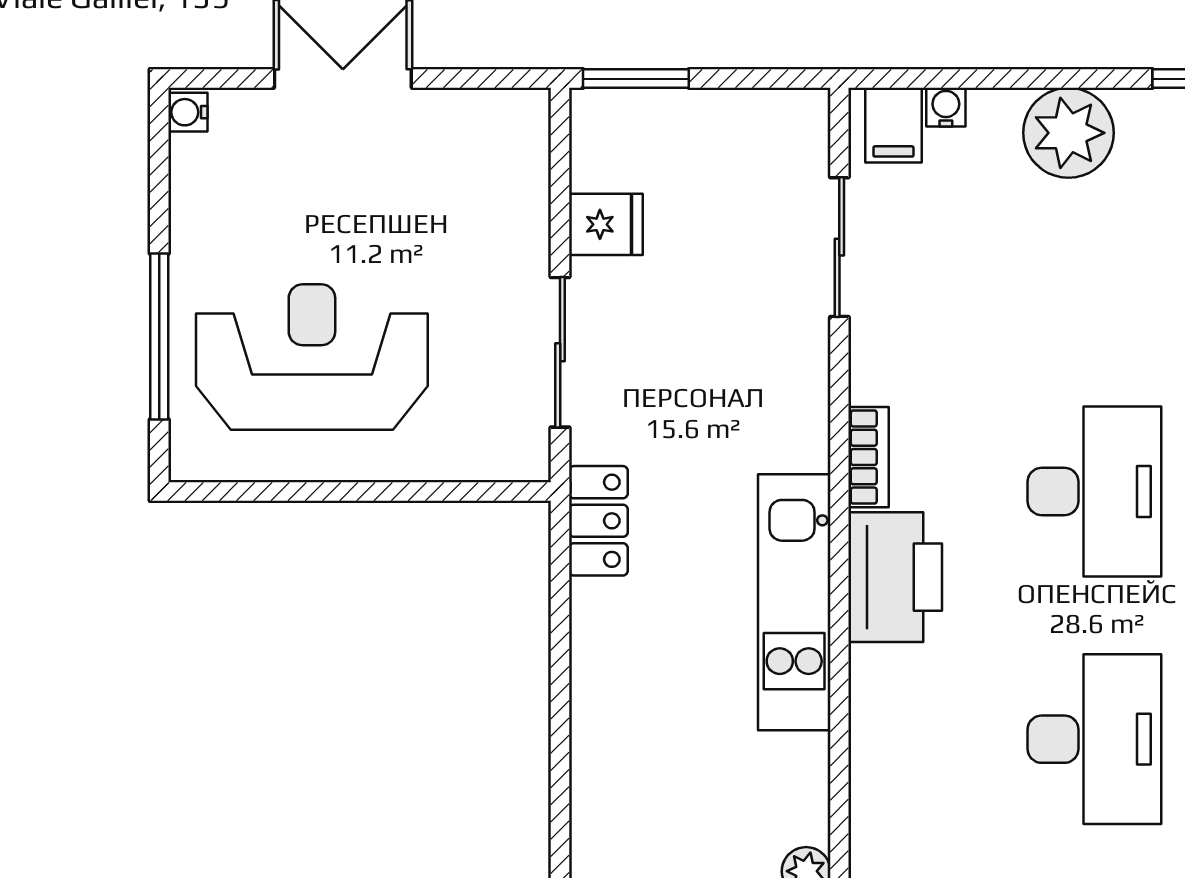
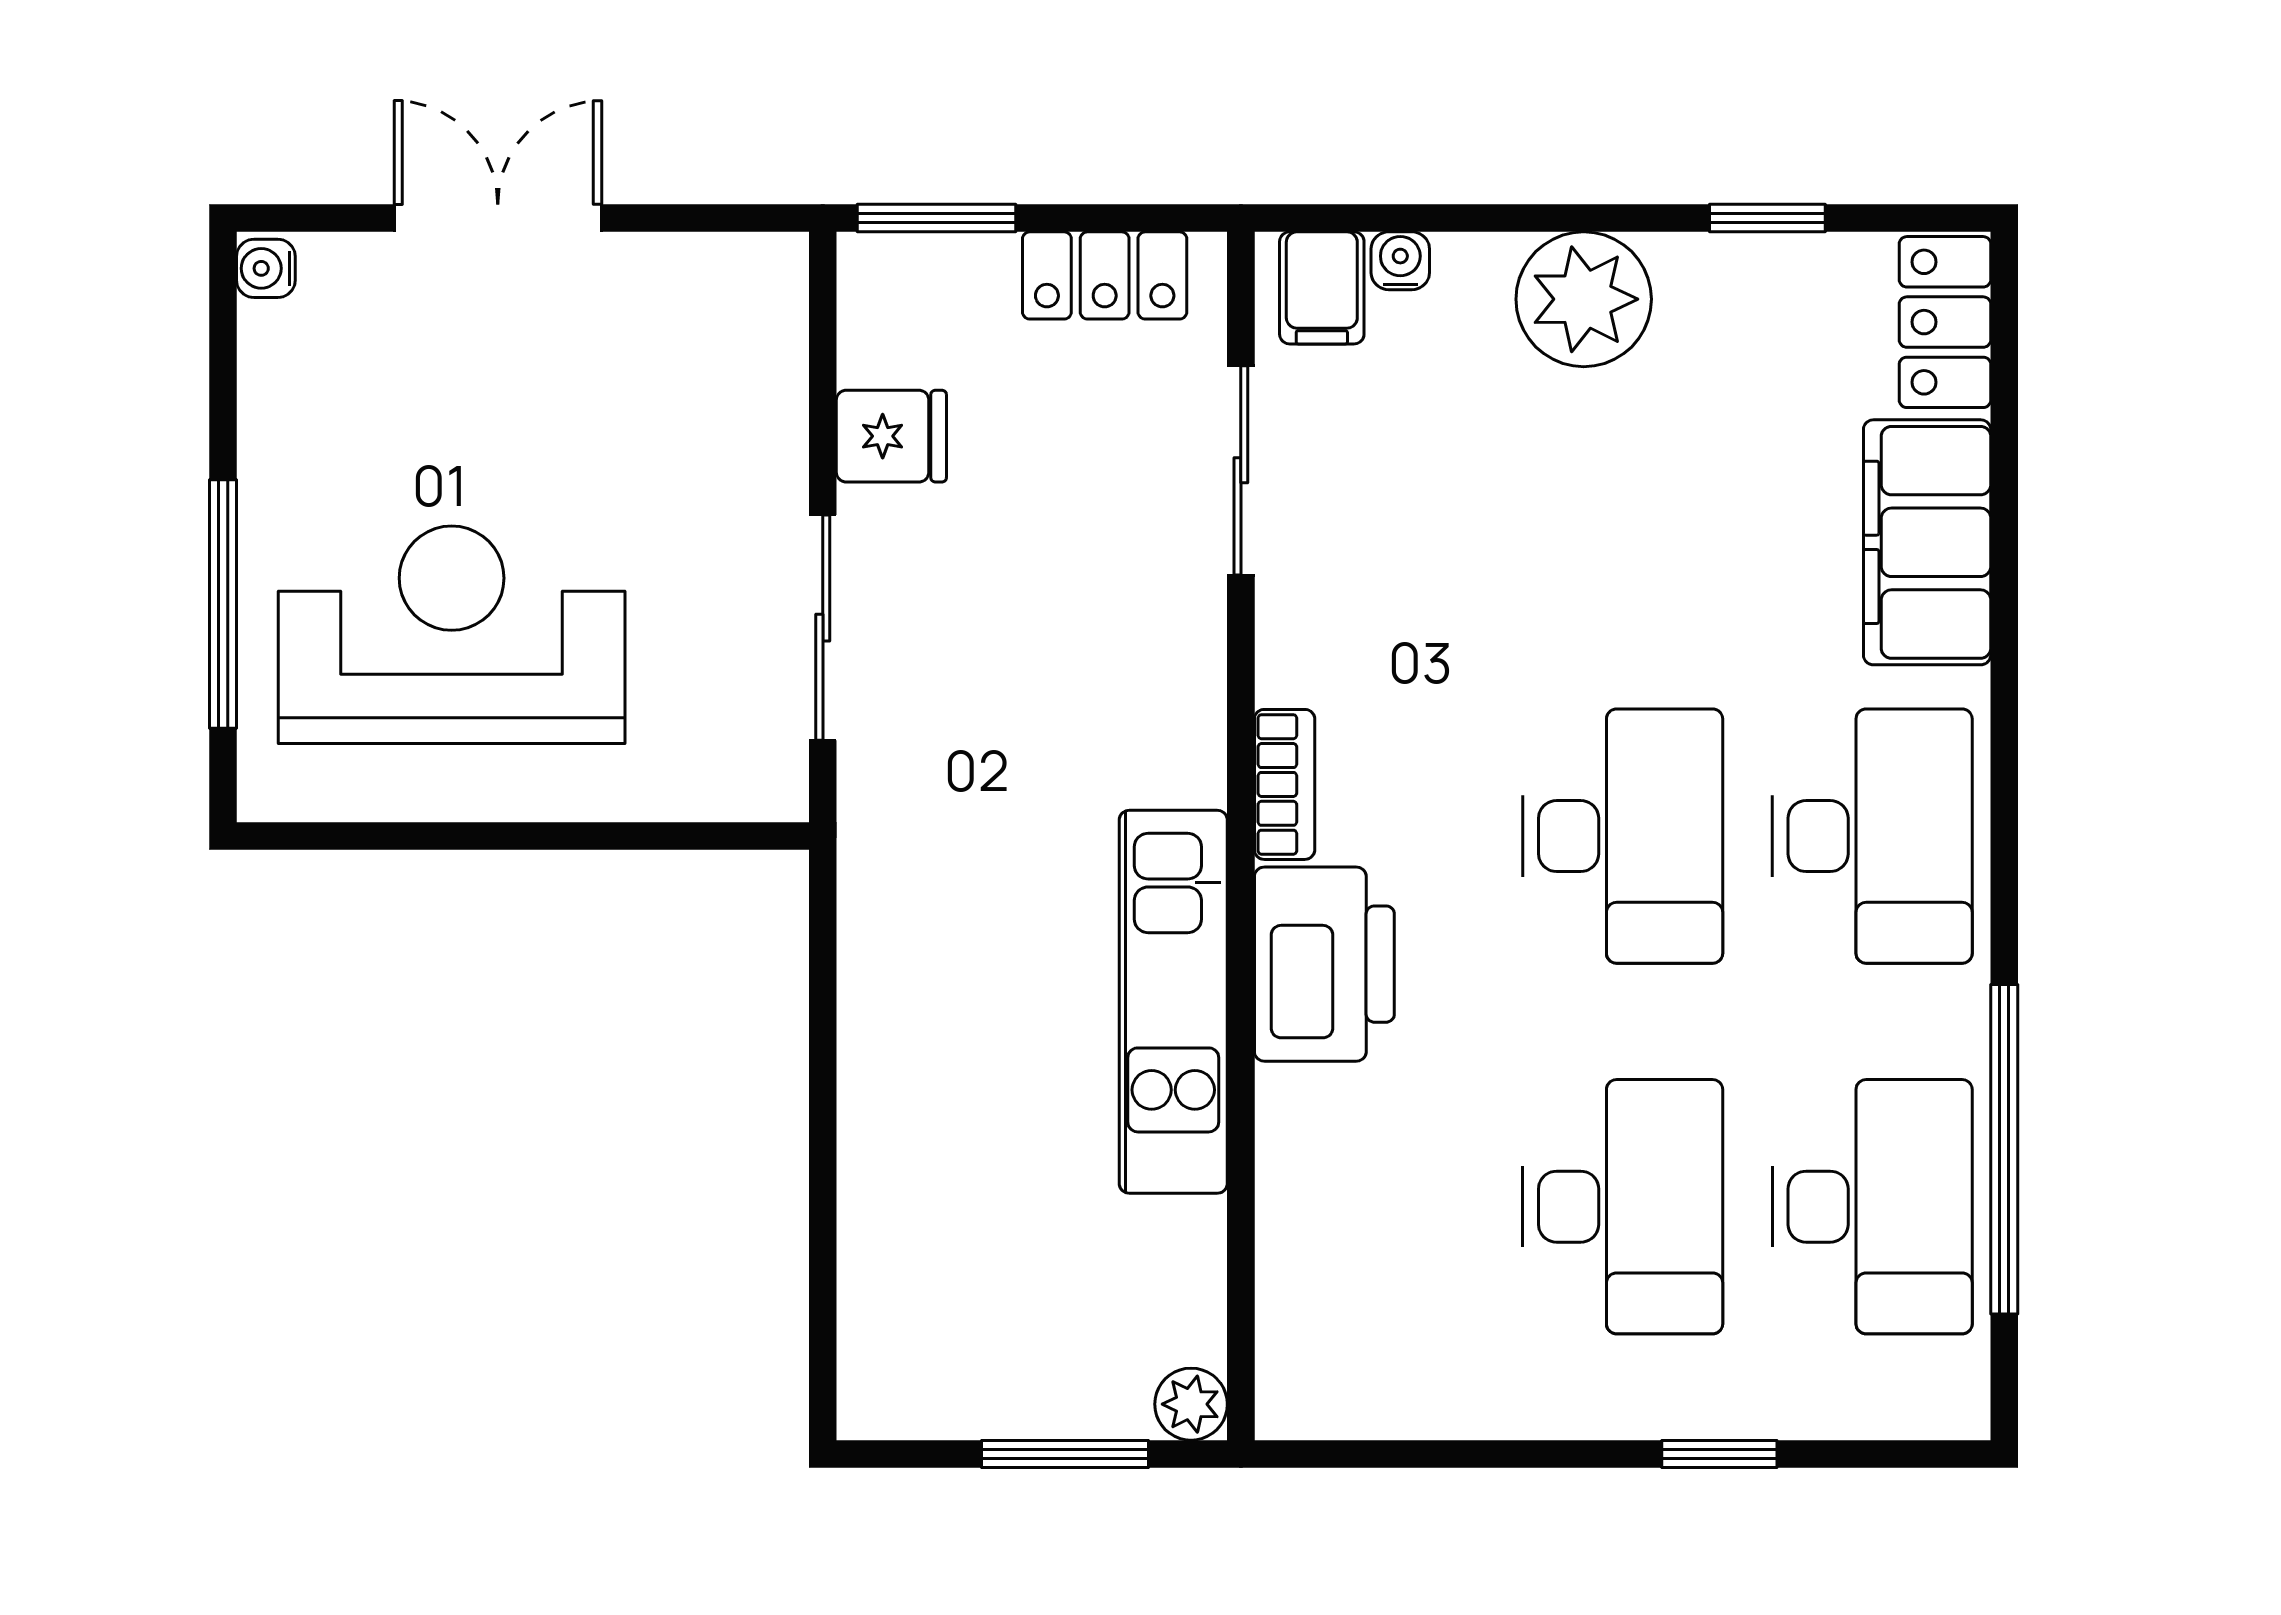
locker: (598, 521) -> (1105, 275), moved, turned 90

